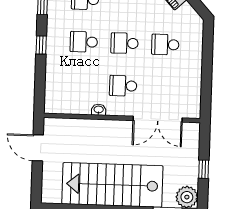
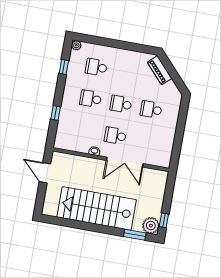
window: (41, 45) -> (56, 113), moved
double door: (158, 119) -> (125, 162), moved
window: (204, 169) -> (164, 220), moved

